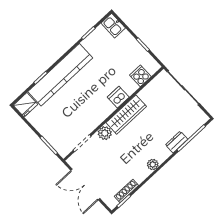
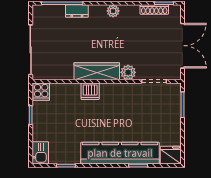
cooker: (140, 76) -> (41, 92), moved

